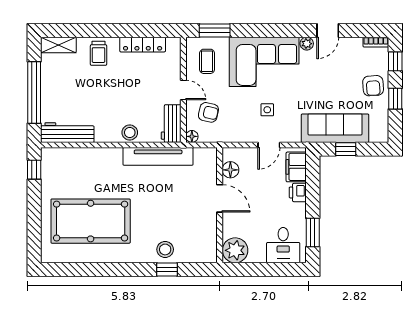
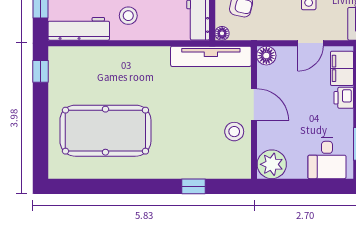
stool: (130, 132) -> (128, 16), moved
tv unit: (158, 156) -> (211, 56), moved
floor lamp: (230, 170) -> (266, 56), moved
stool: (165, 249) -> (234, 132), moved

